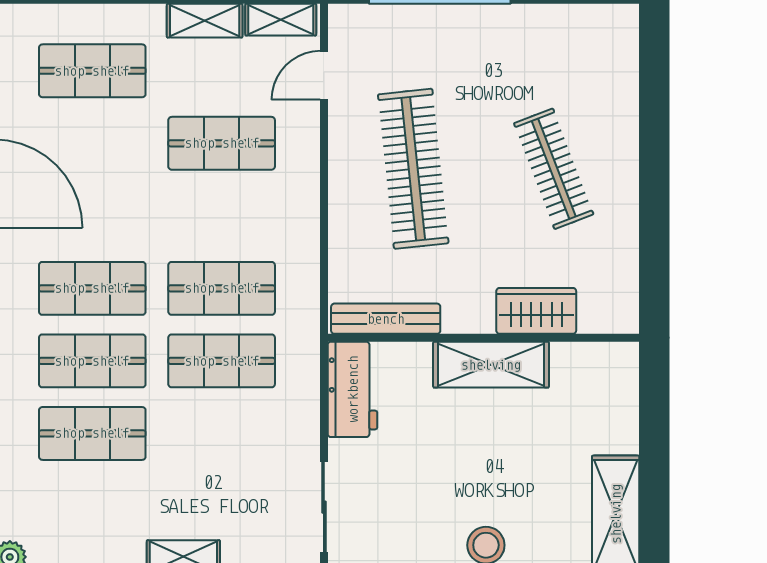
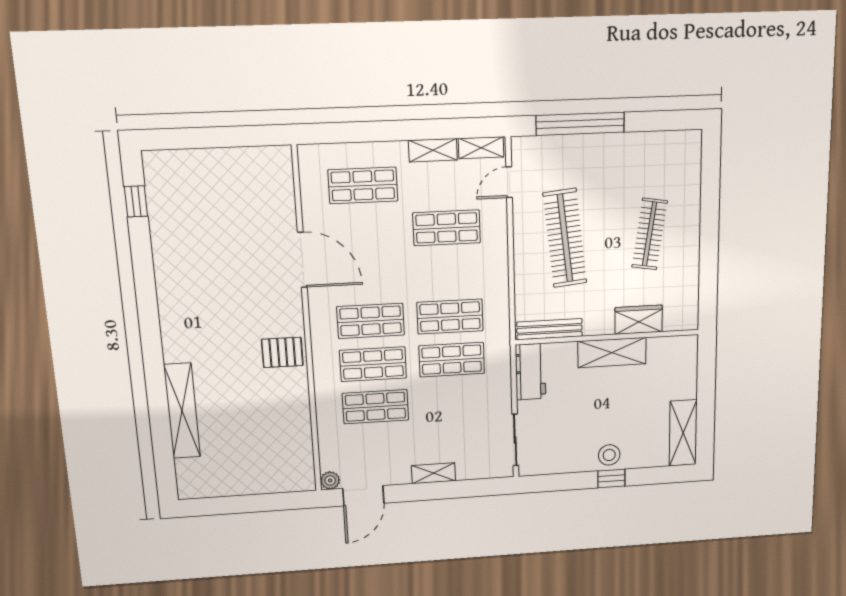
clothes rail: (554, 169) -> (650, 234), turned 30

